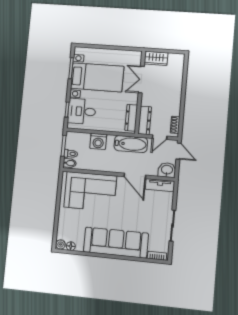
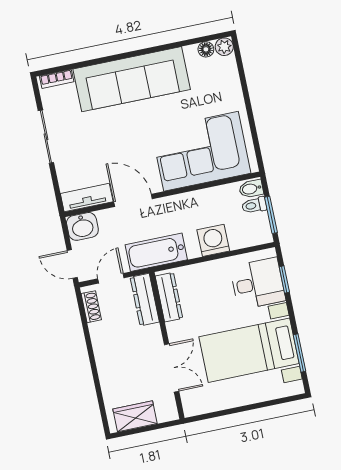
wardrobe: (156, 58) -> (135, 416), moved

